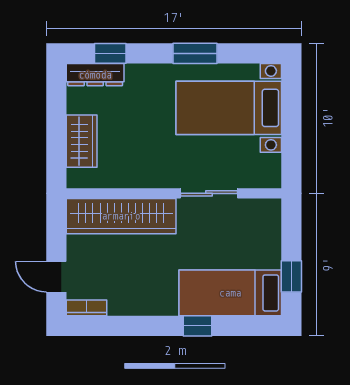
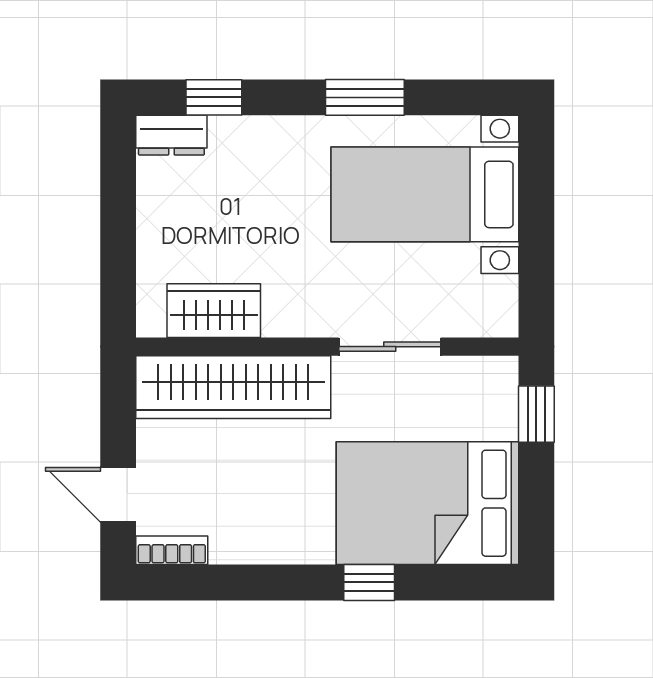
dresser: (95, 75) -> (171, 135), width x0.70
wardrobe: (82, 141) -> (214, 311), moved, turned -90
window: (291, 276) -> (536, 414), moved
bed: (230, 293) -> (428, 503), width x1.50

